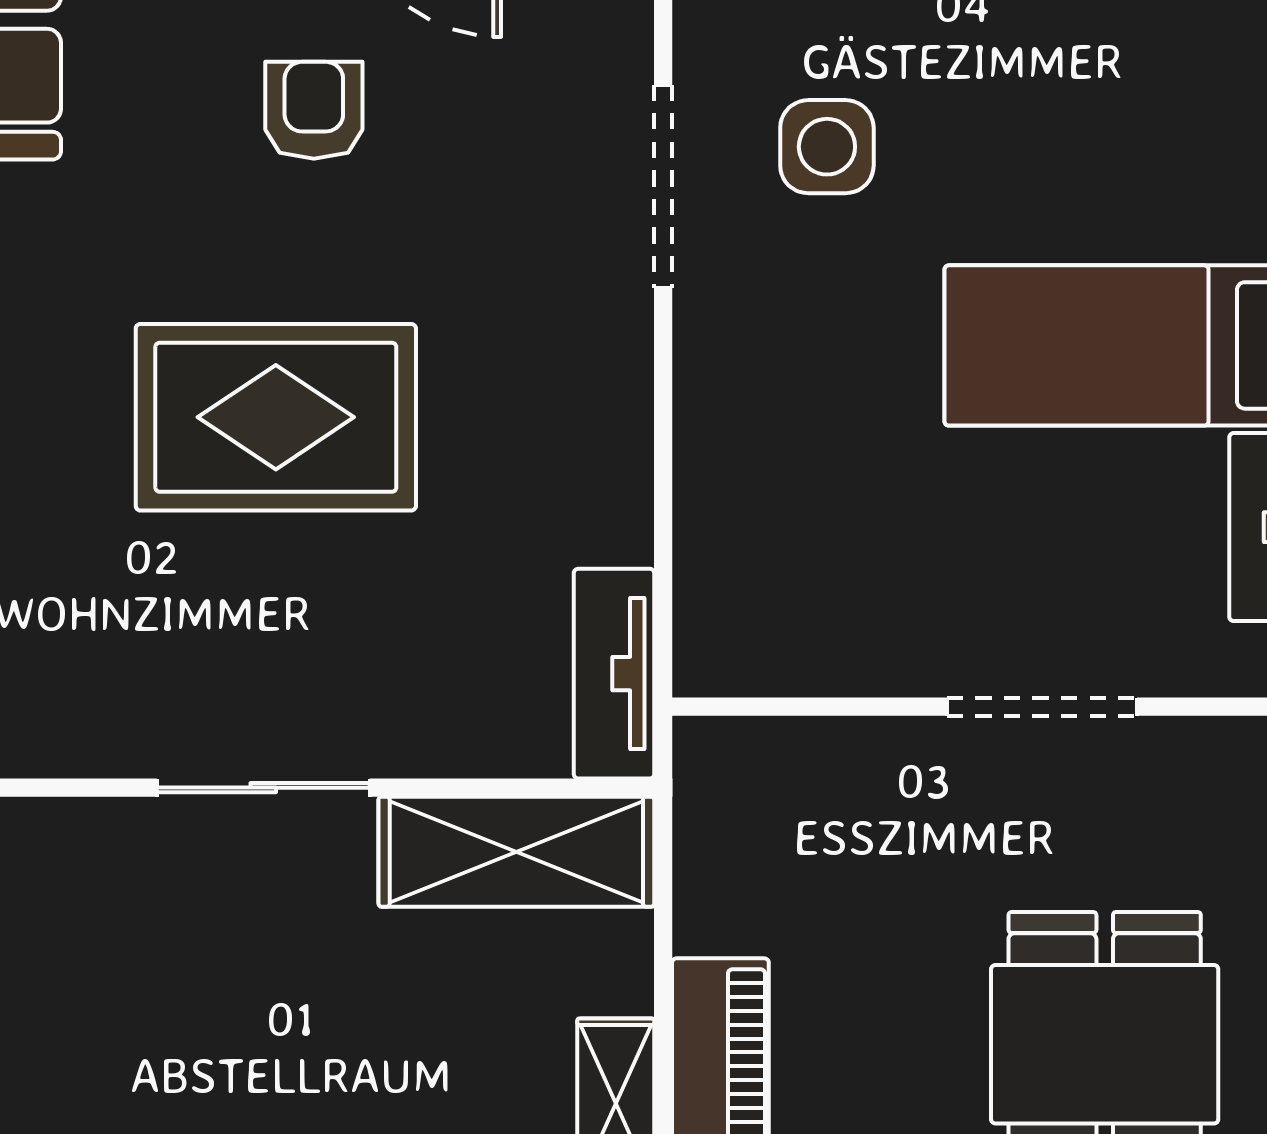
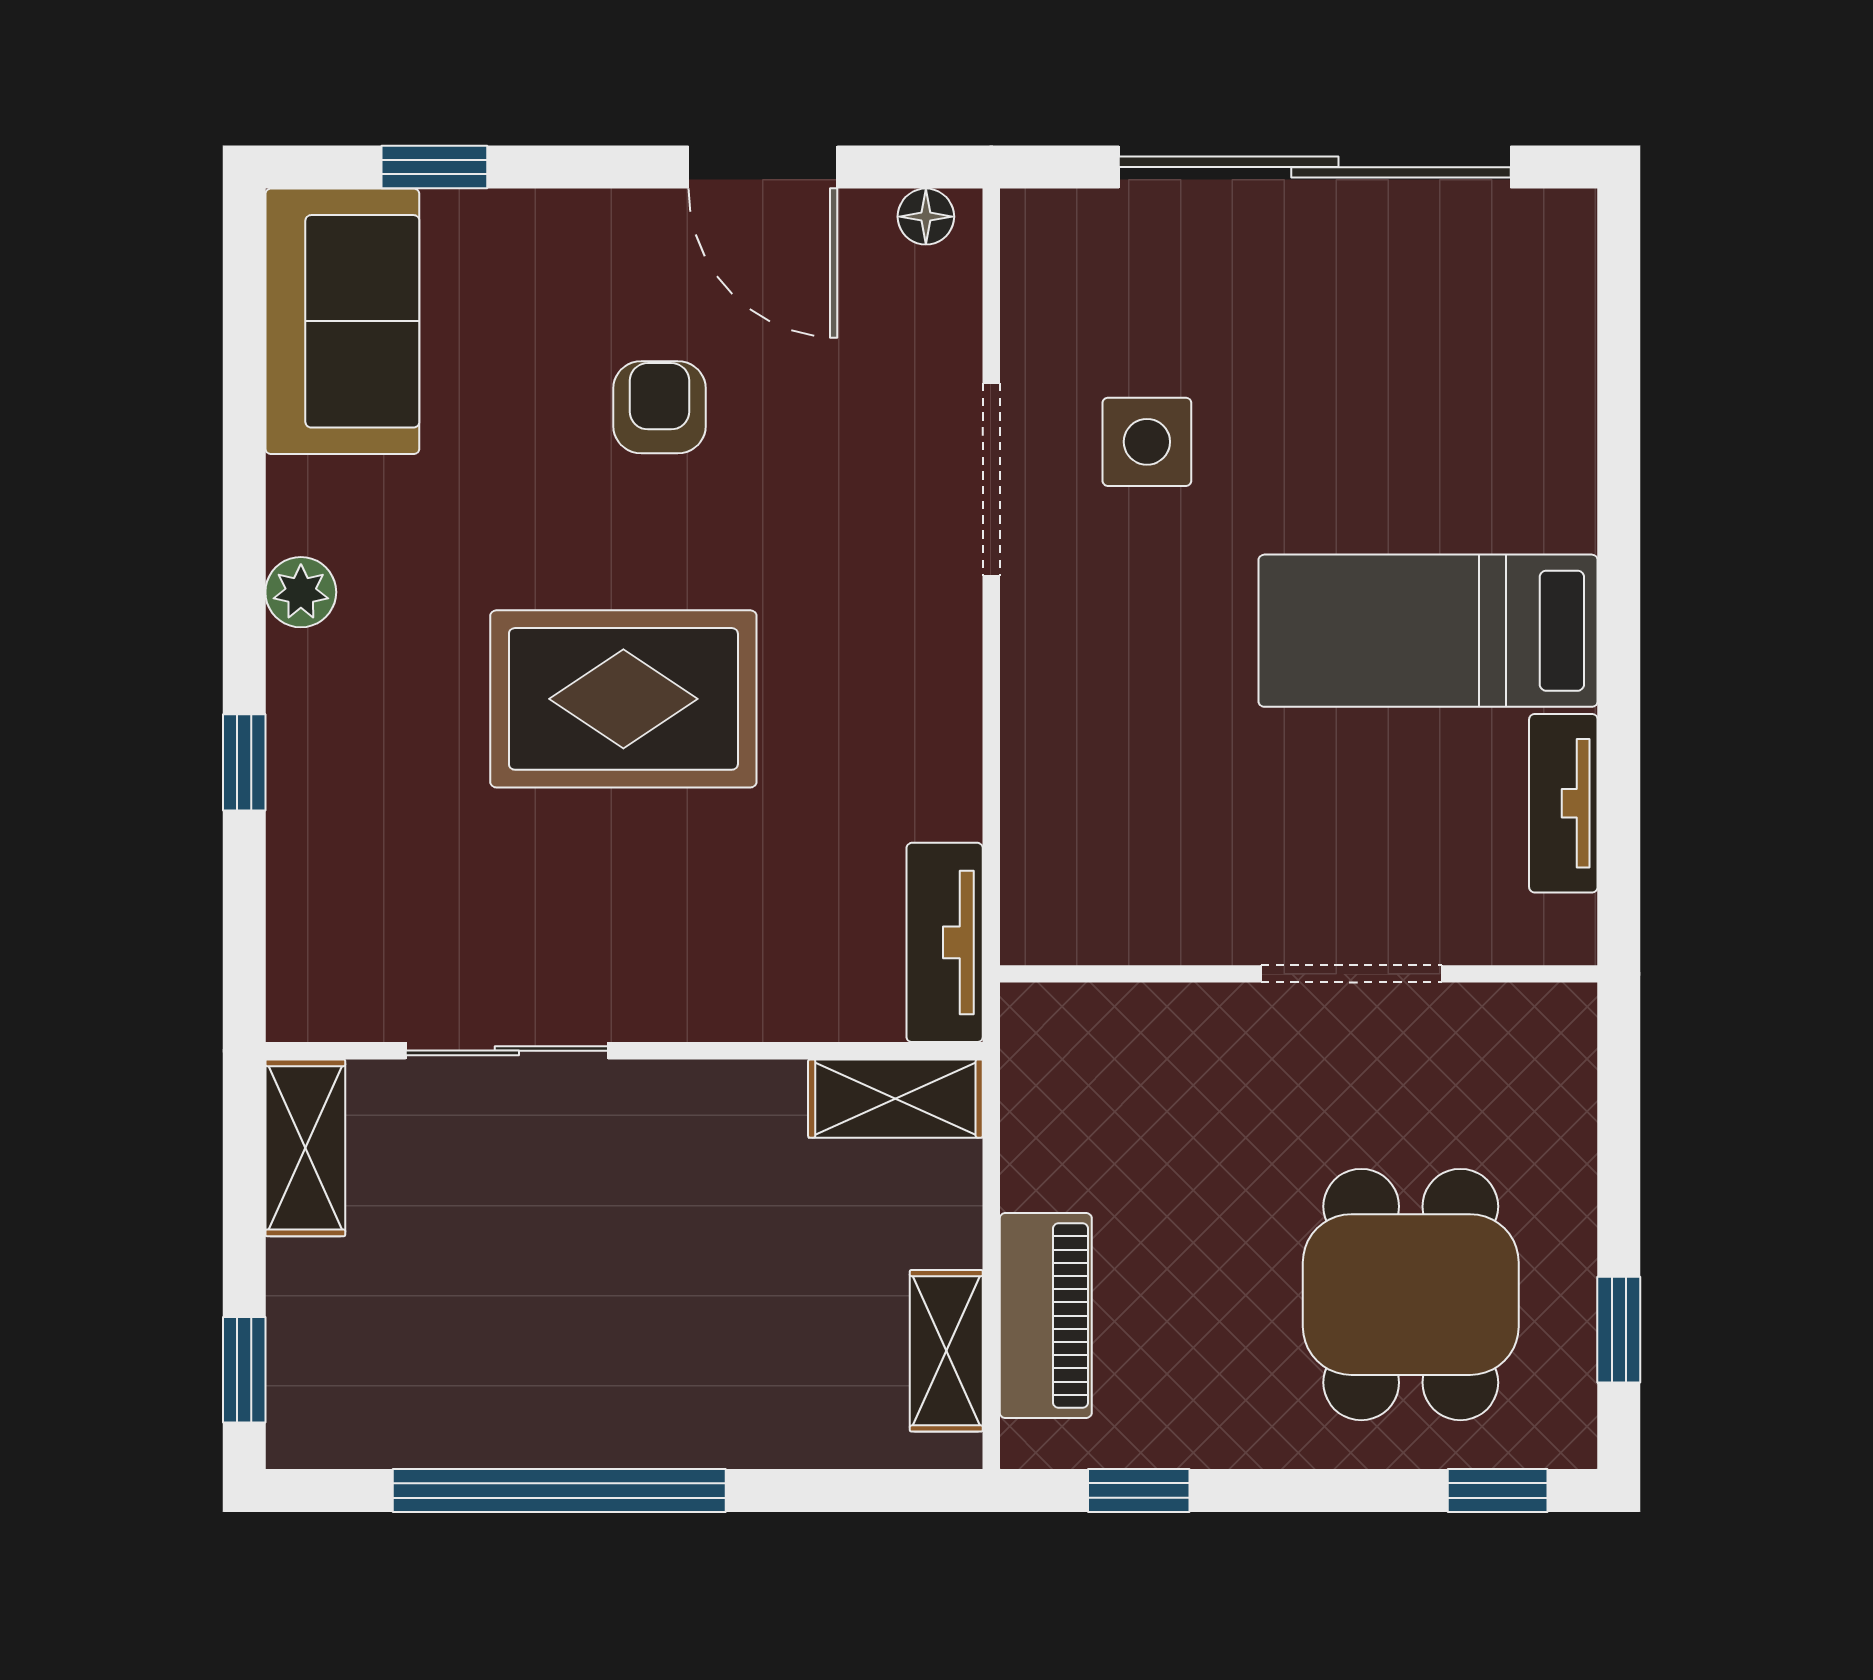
sliding door: (263, 788) -> (507, 1051), moved
shelving: (516, 852) -> (895, 1099), width x0.67, depth x0.75

